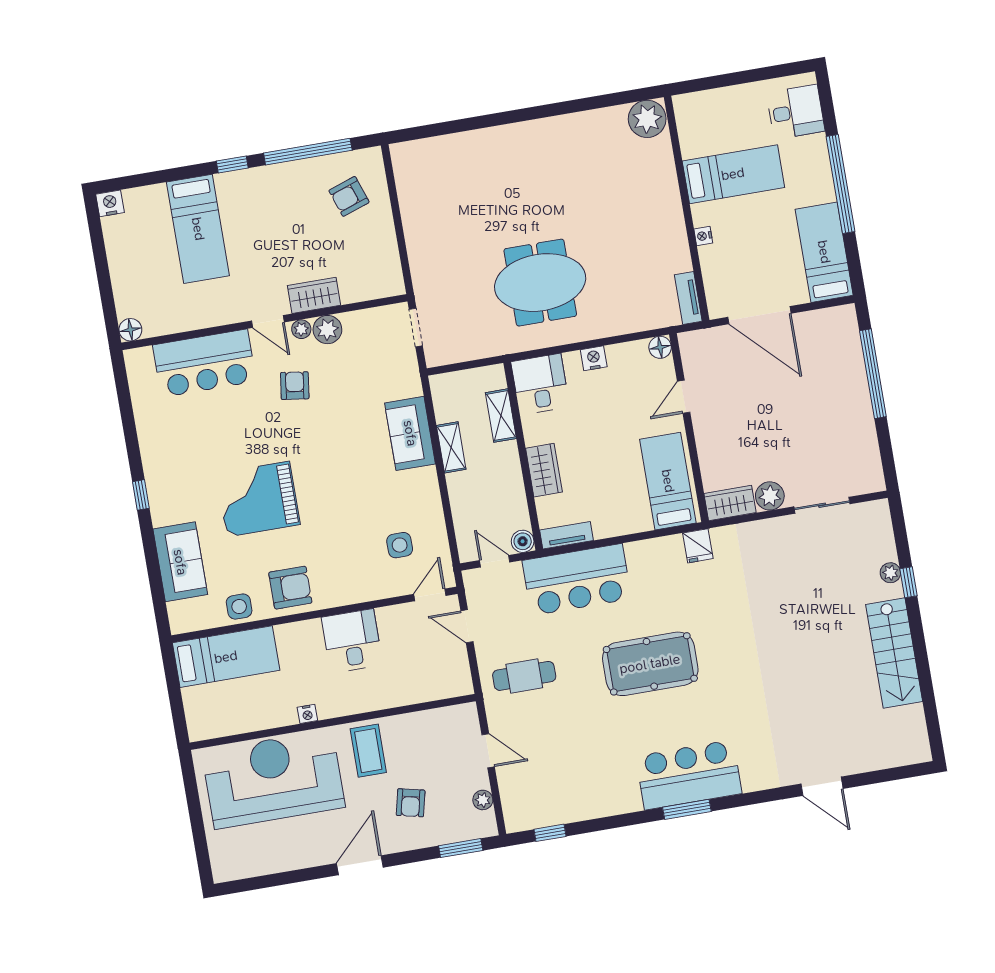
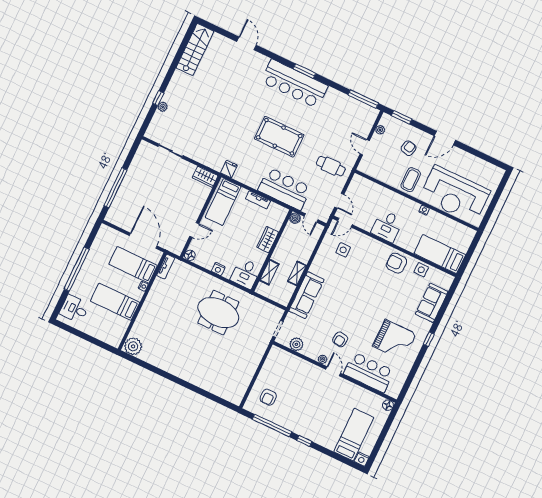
armchair: (349, 196) -> (268, 397), turned 109
bed: (198, 229) -> (354, 435), moved
bed: (824, 252) -> (133, 265), moved, turned 90
wardrobe: (314, 295) -> (308, 369), removed
plant: (327, 330) -> (296, 344), moved
sofa: (410, 433) -> (306, 295), width x1.36
plant: (770, 496) -> (188, 169), removed
grand piano: (258, 499) -> (394, 340), moved
tv unit: (566, 535) -> (258, 200), moved
stairs: (894, 653) -> (195, 49), moved
bar counter: (689, 775) -> (294, 84), width x1.36
window: (550, 833) -> (363, 99), width x2.17

